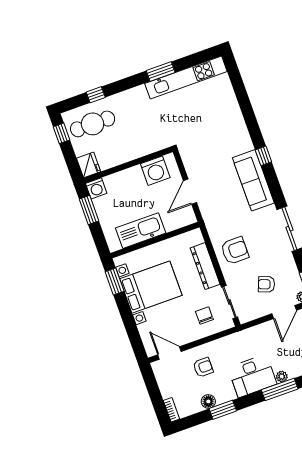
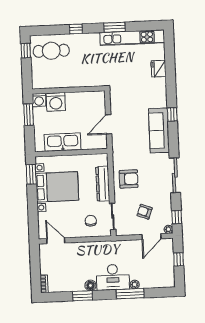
window: (96, 95) -> (76, 29), moved
fridge: (89, 165) -> (159, 69), moved, turned 180
washing machine: (155, 171) -> (56, 102), moved
armchair: (203, 367) -> (78, 259), removed
floor lamp: (208, 401) -> (90, 285), moved

